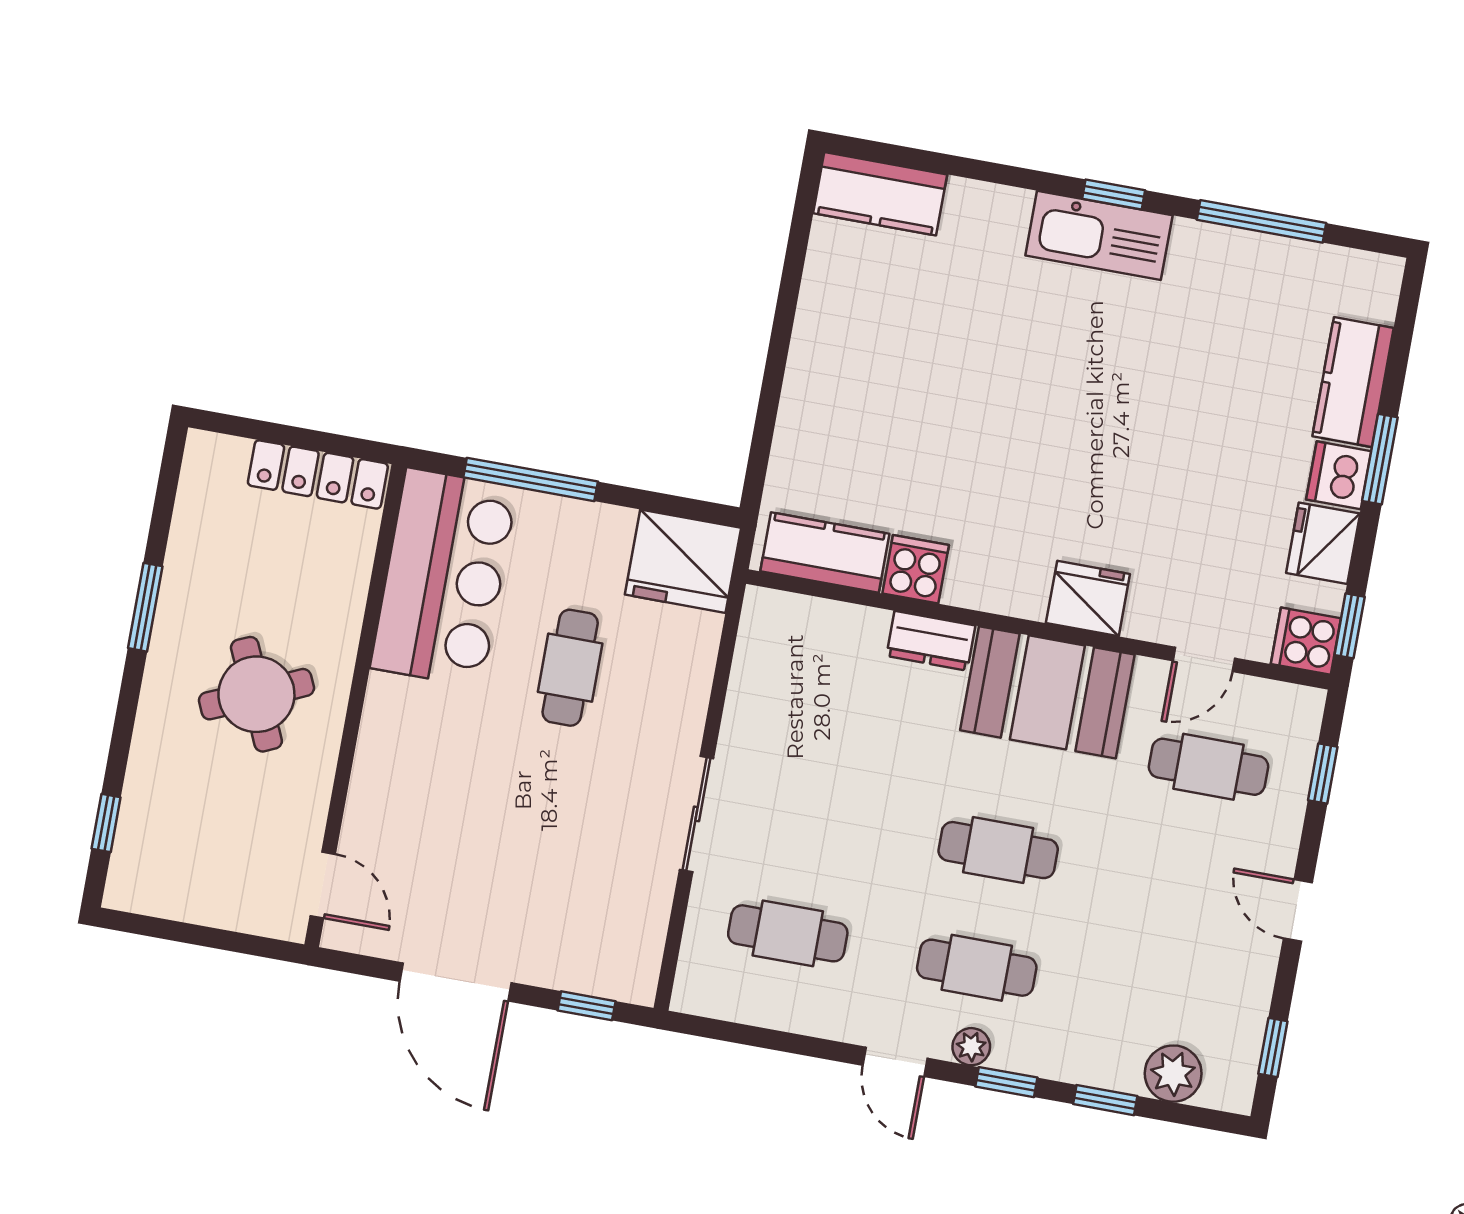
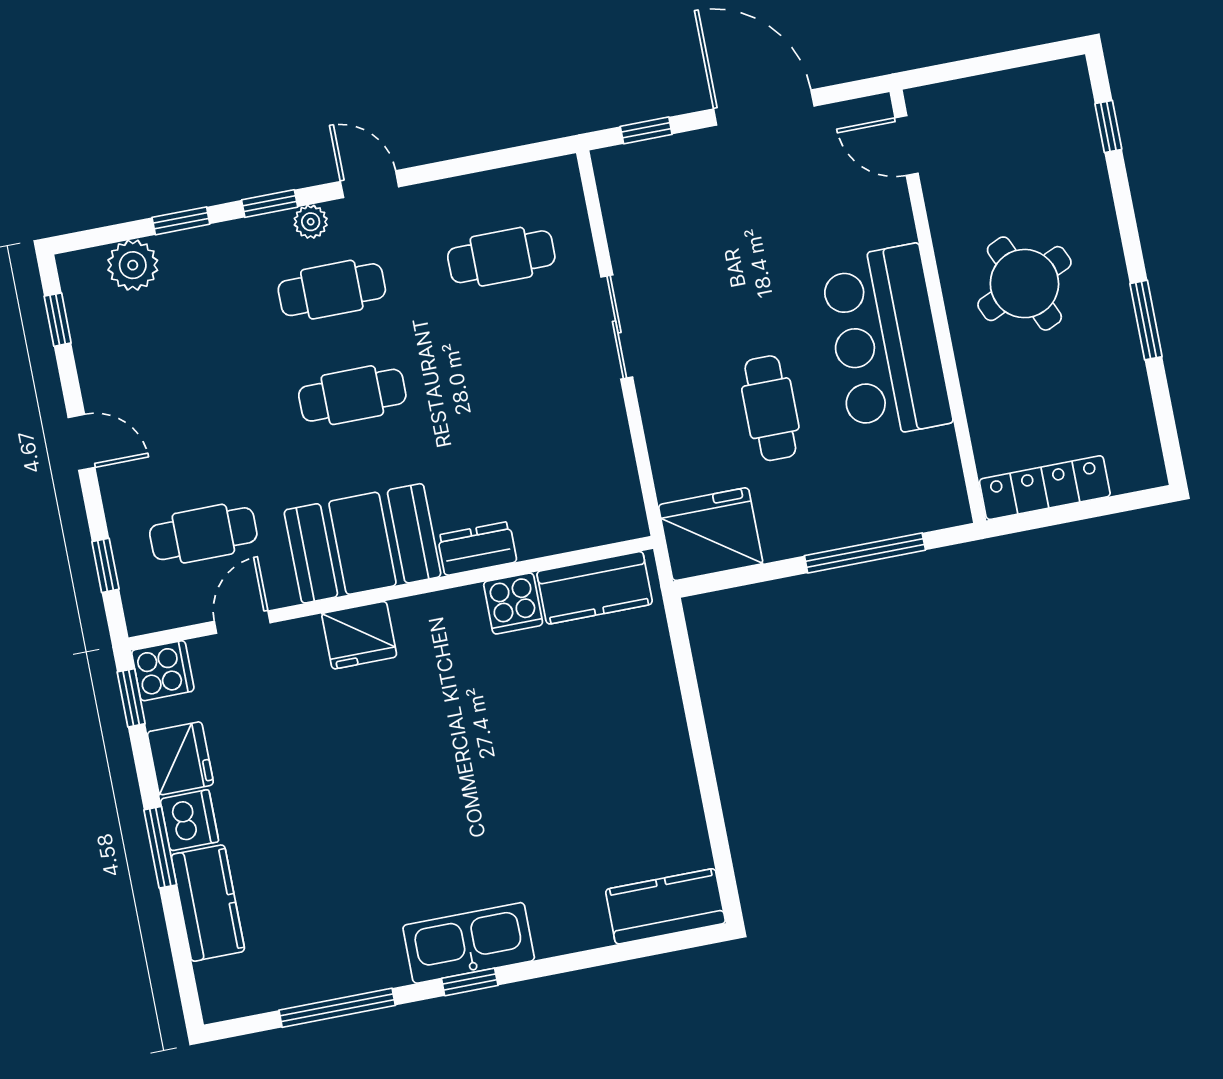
bar counter: (444, 578) -> (886, 342), moved

